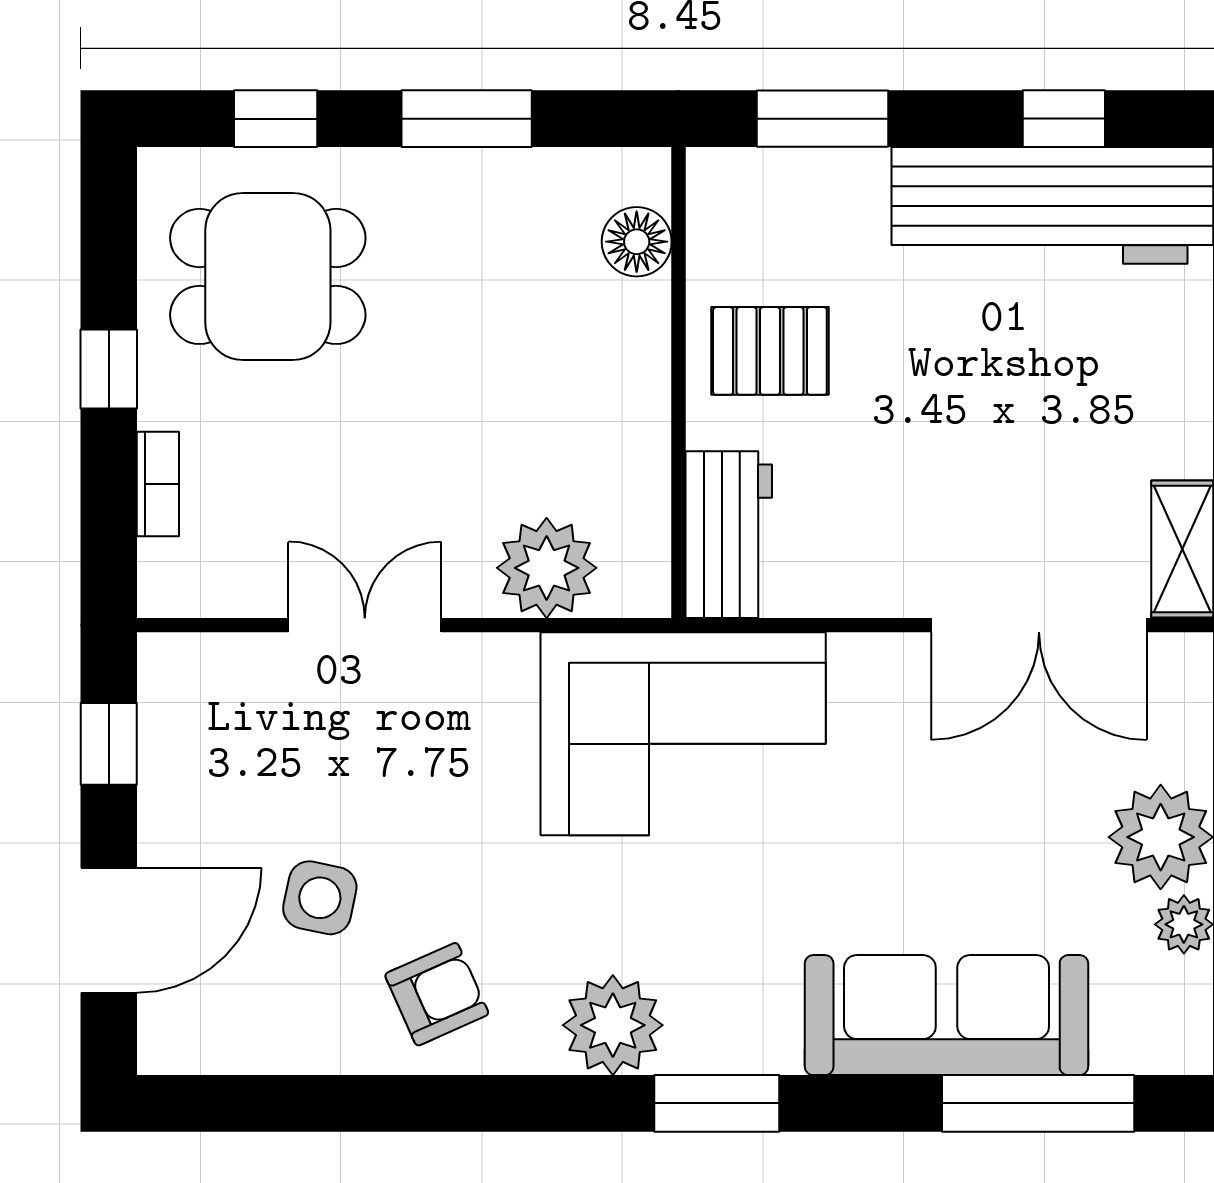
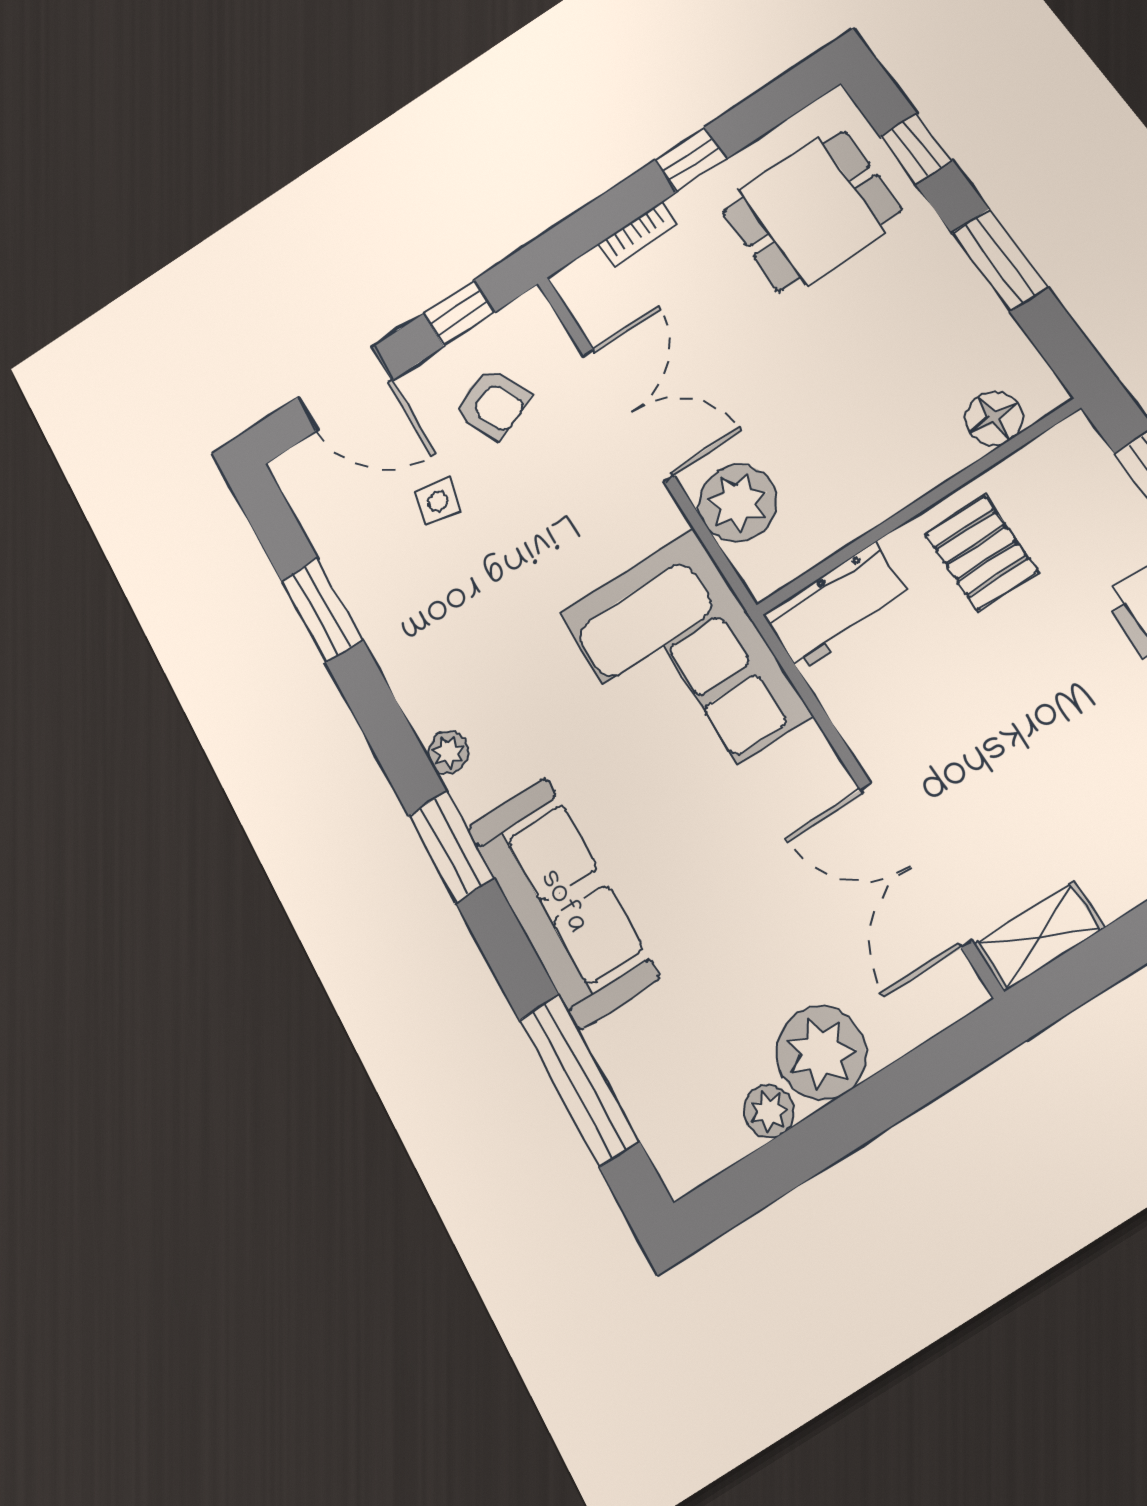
dining table: (268, 276) -> (812, 211), turned 90
double door: (365, 625) -> (628, 415), width x1.37
side table: (320, 898) -> (438, 501), width x0.73, depth x0.73
armchair: (437, 994) -> (492, 404), moved
sofa: (947, 1015) -> (562, 902), moved
plant: (613, 1025) -> (448, 752), width x0.53, depth x0.53
window: (358, 1103) -> (322, 610), added

